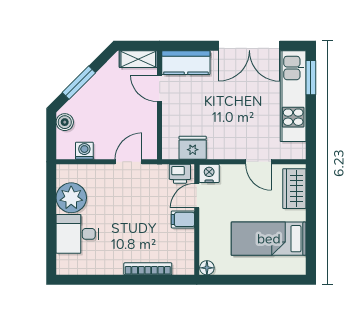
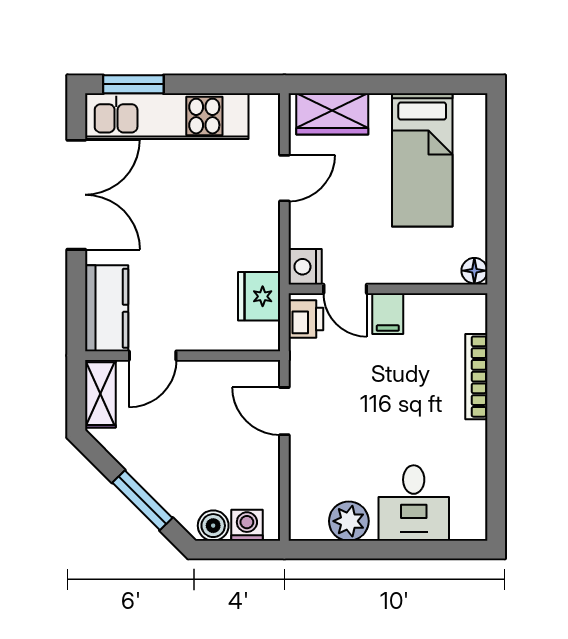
washing machine: (84, 151) -> (247, 525), moved, turned 90
plant: (71, 198) -> (349, 521), width x0.73, depth x0.73

